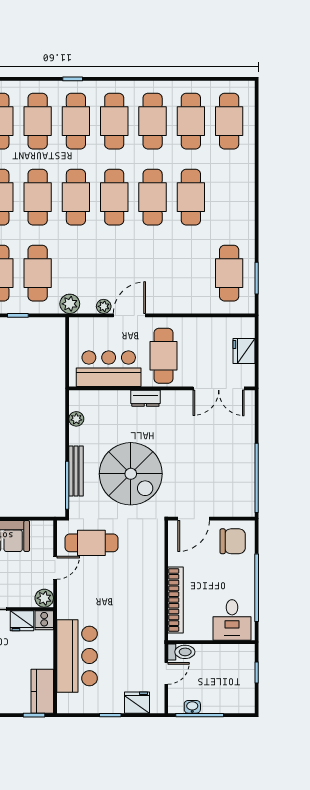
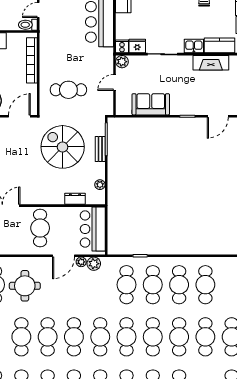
round table: (186, 272) -> (25, 286), added
plant: (70, 304) -> (94, 264), moved
bar counter: (109, 369) -> (93, 229), moved, turned 90
dresser: (145, 398) -> (75, 199), moved
bench: (76, 471) -> (100, 149), width x0.73
cafe table: (91, 543) -> (68, 90), moved

